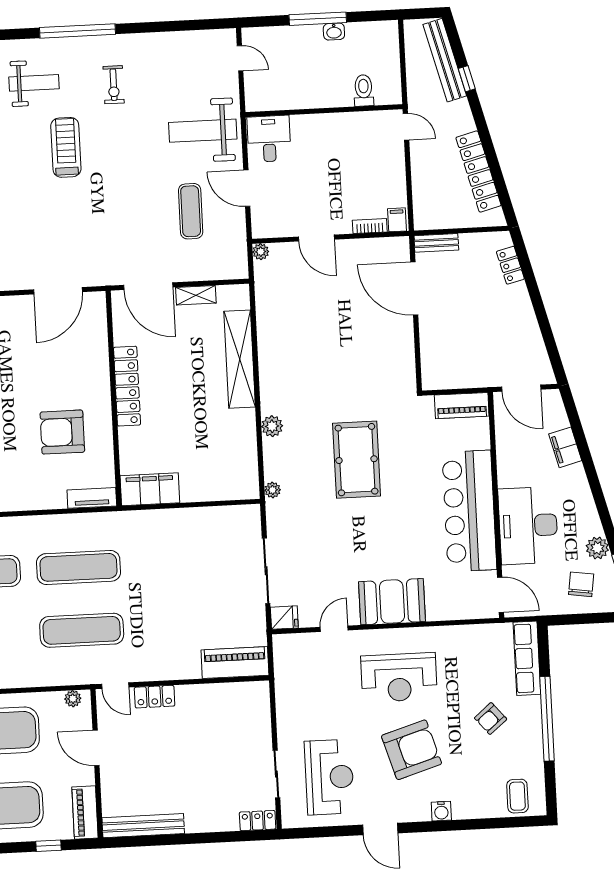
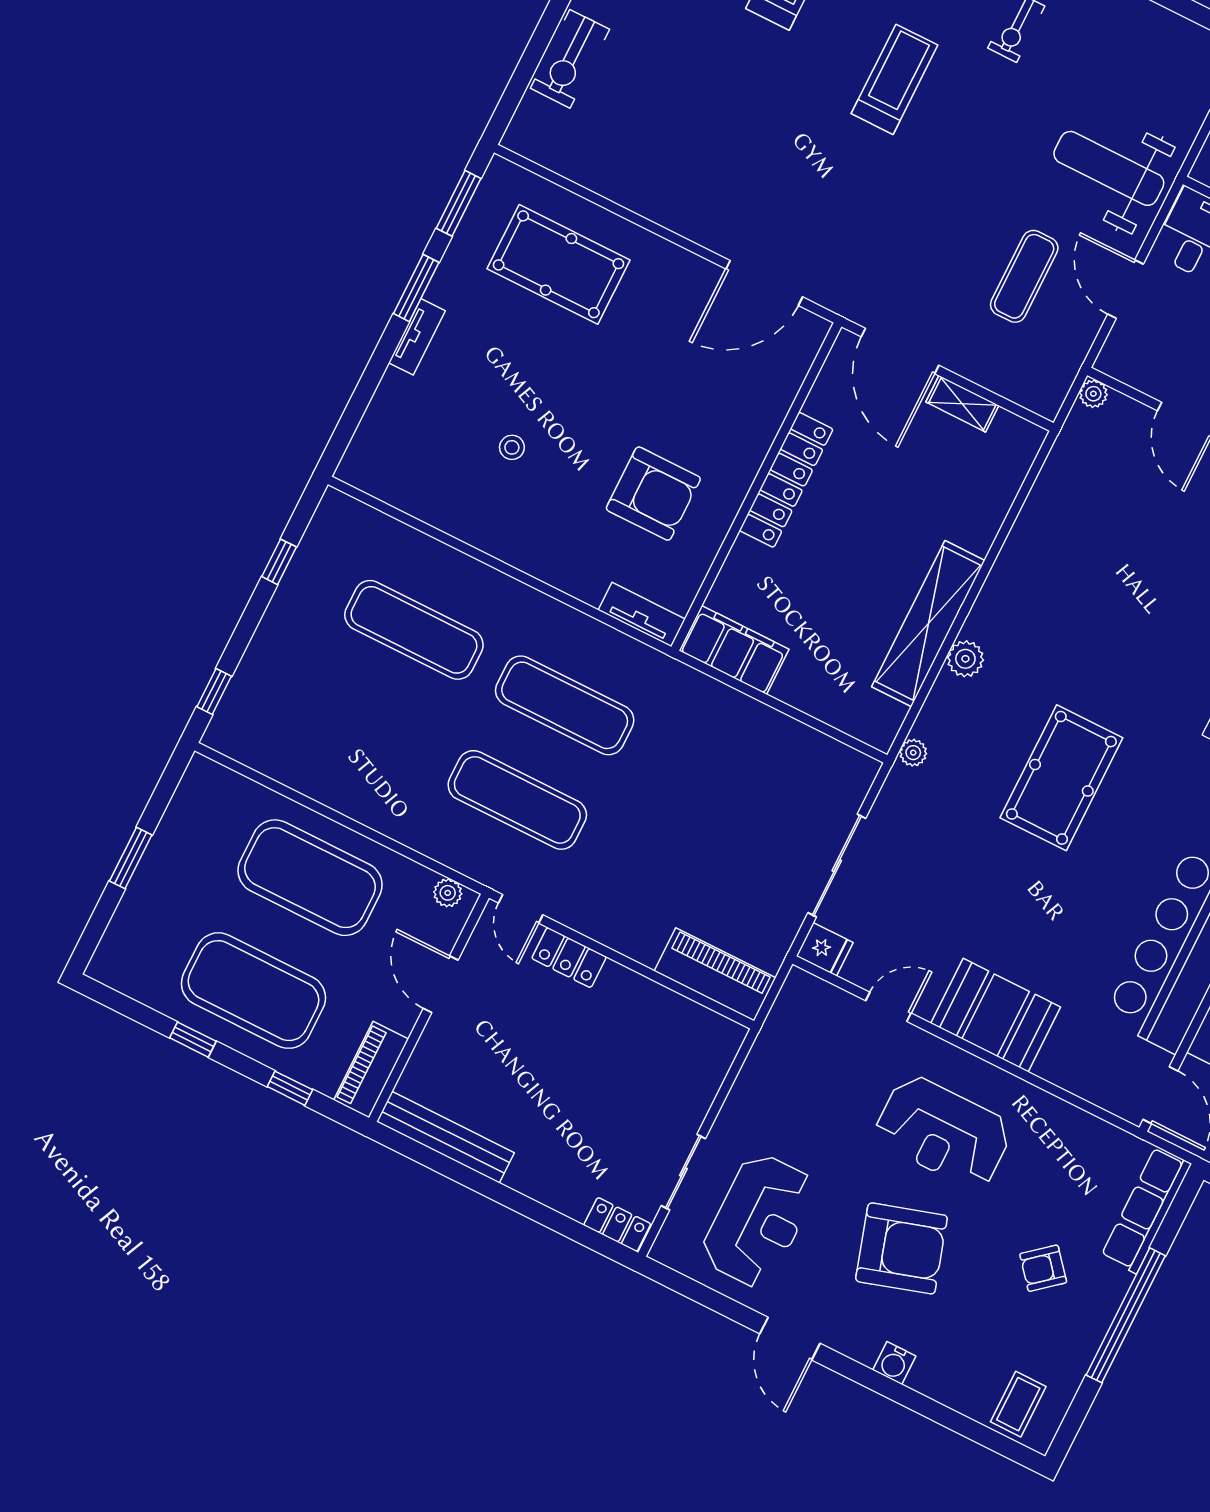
shelving: (240, 359) -> (928, 624), moved
armchair: (62, 432) -> (653, 494), turned 180

